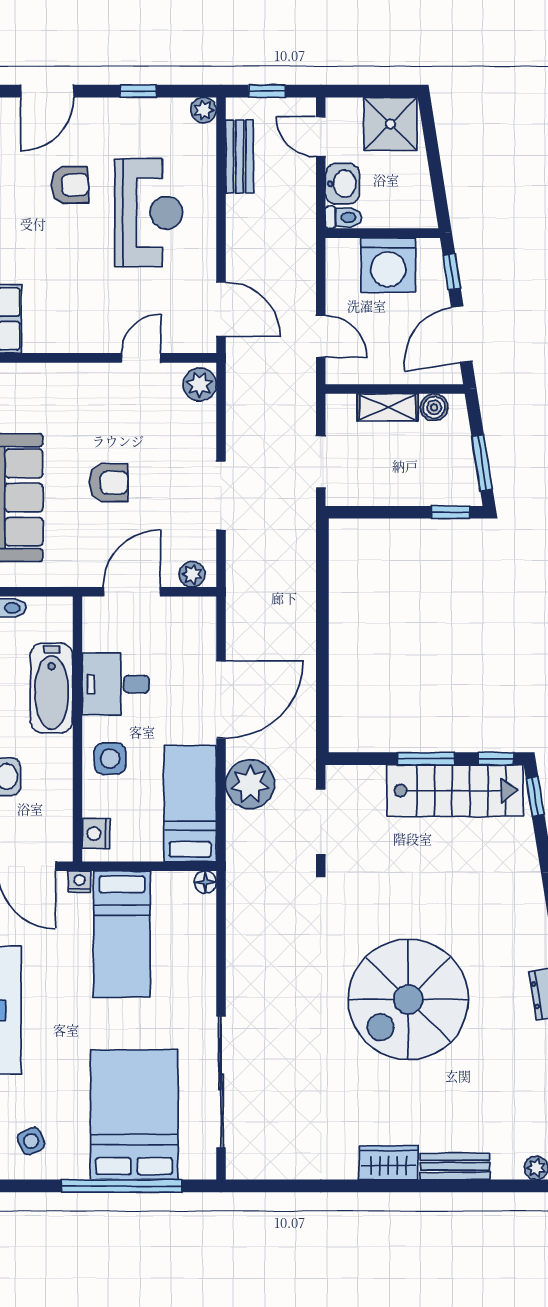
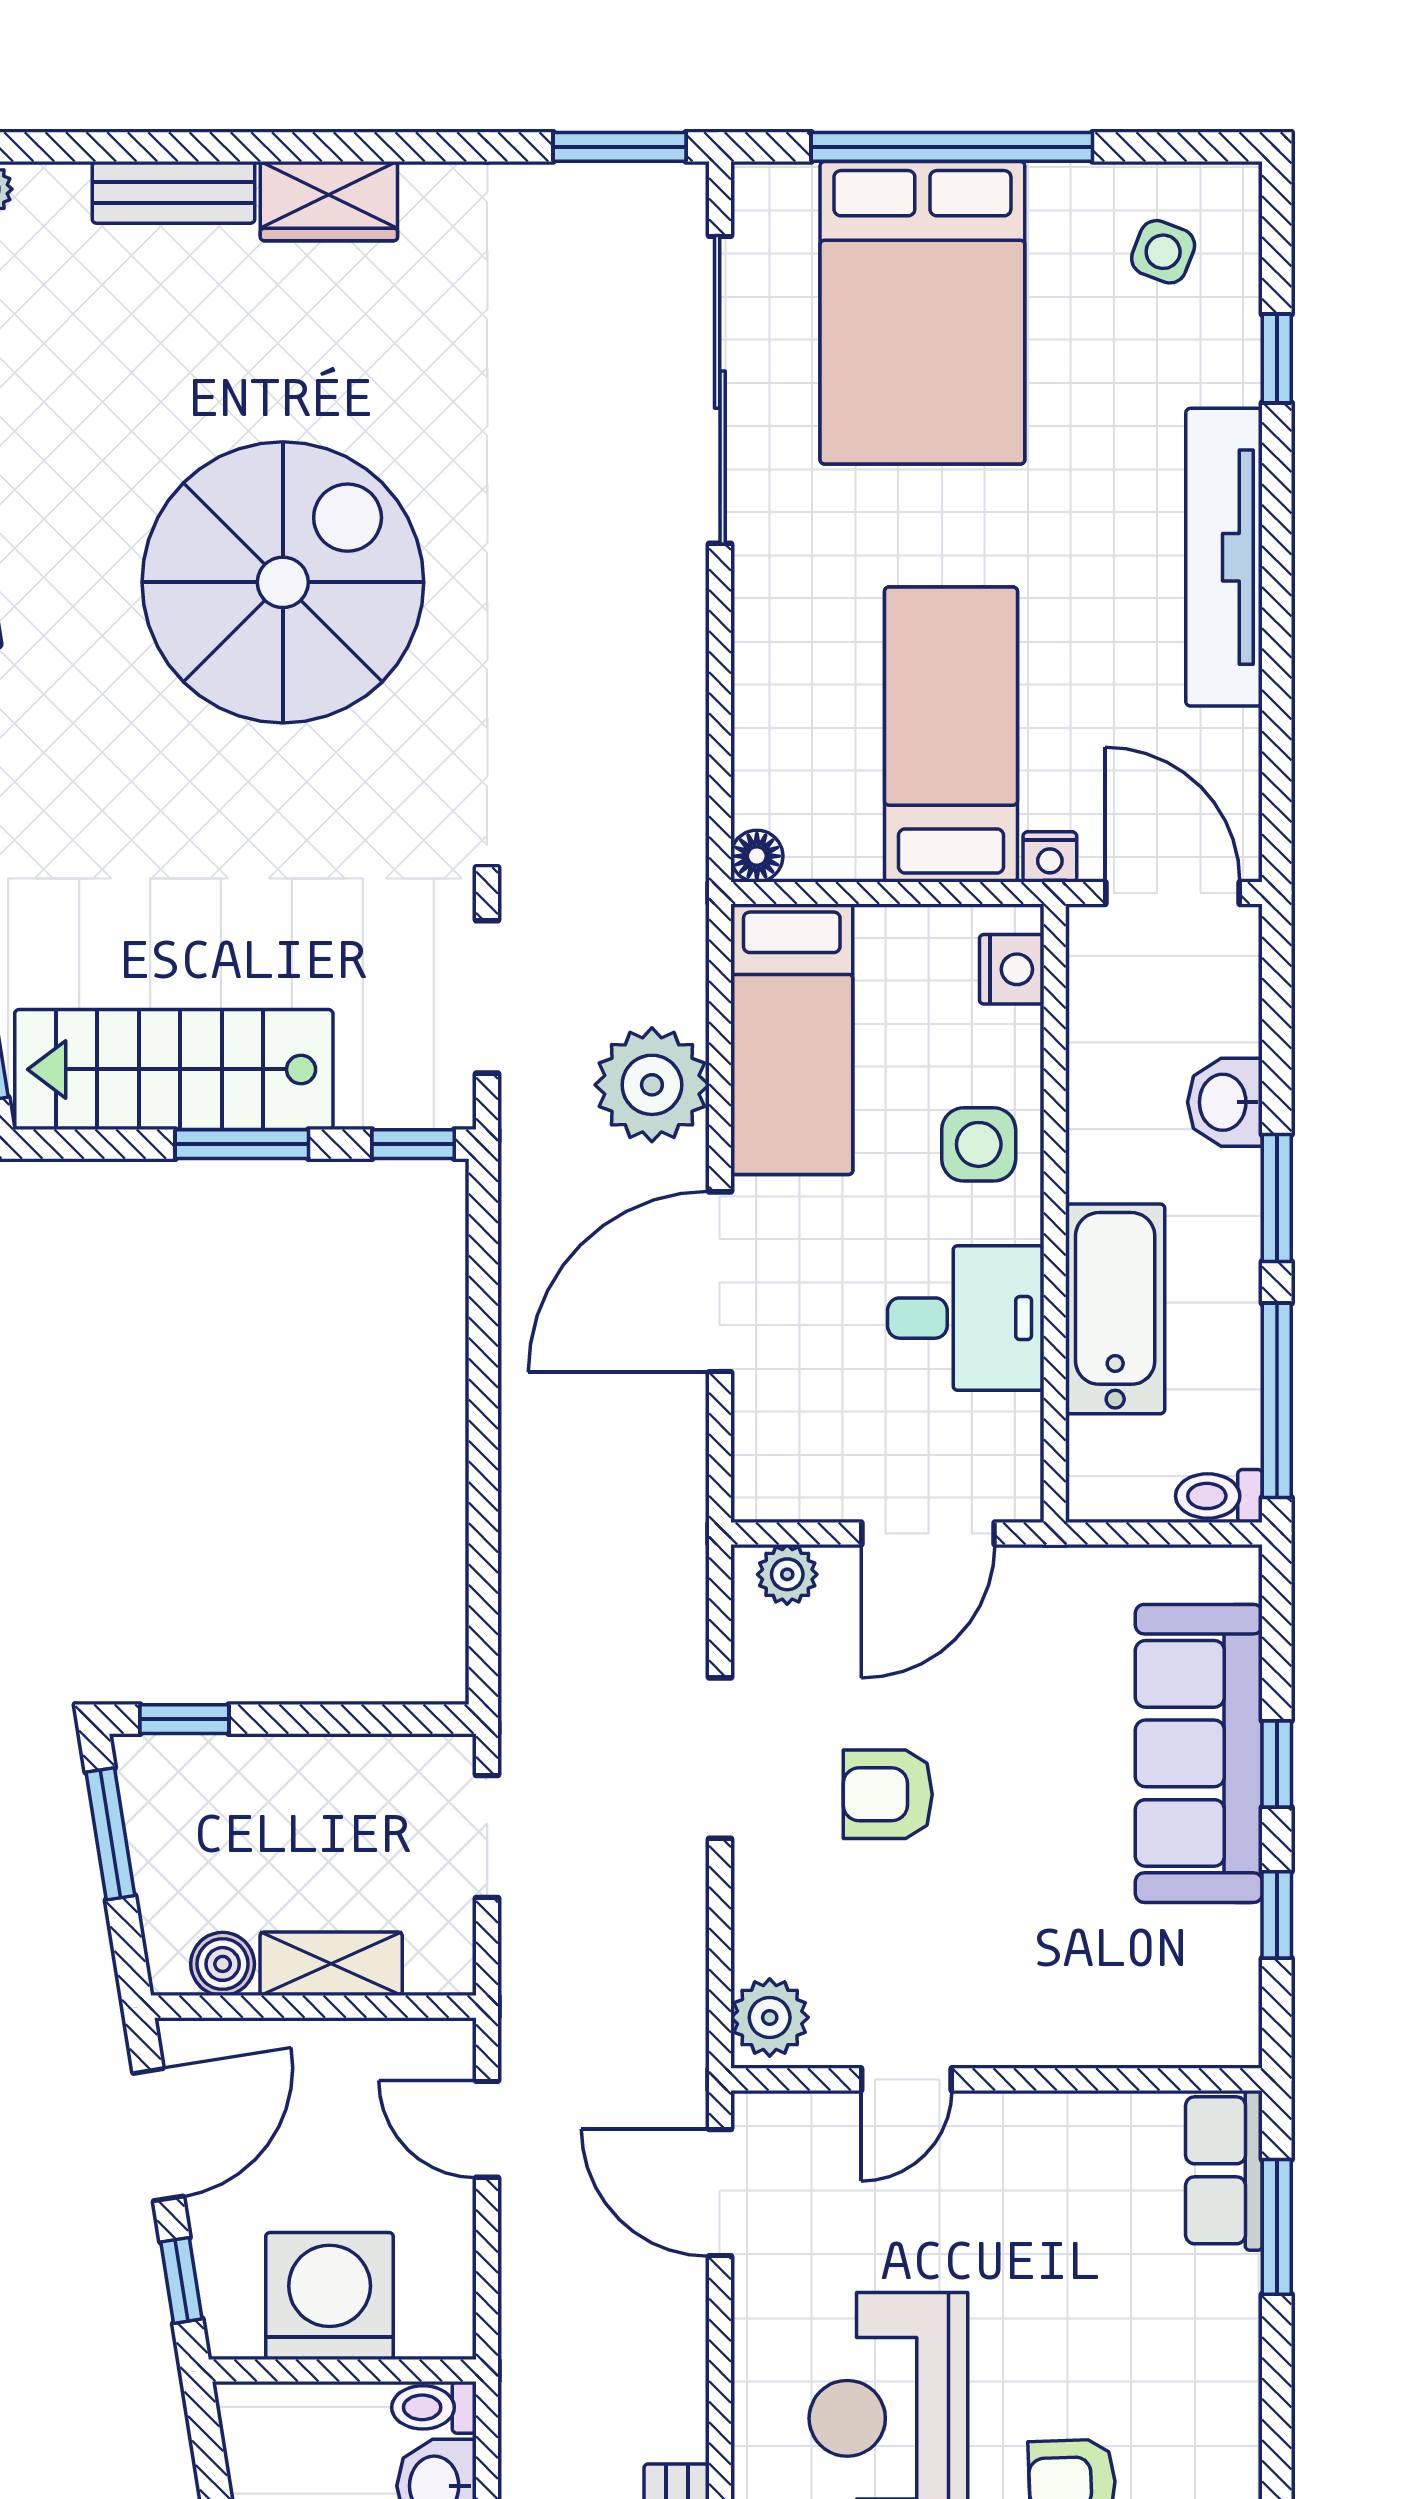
armchair: (109, 483) -> (888, 1794), moved
window: (496, 759) -> (413, 1144), moved
side table: (31, 1141) -> (1163, 252), turned 45
window: (264, 1186) -> (620, 147), added

